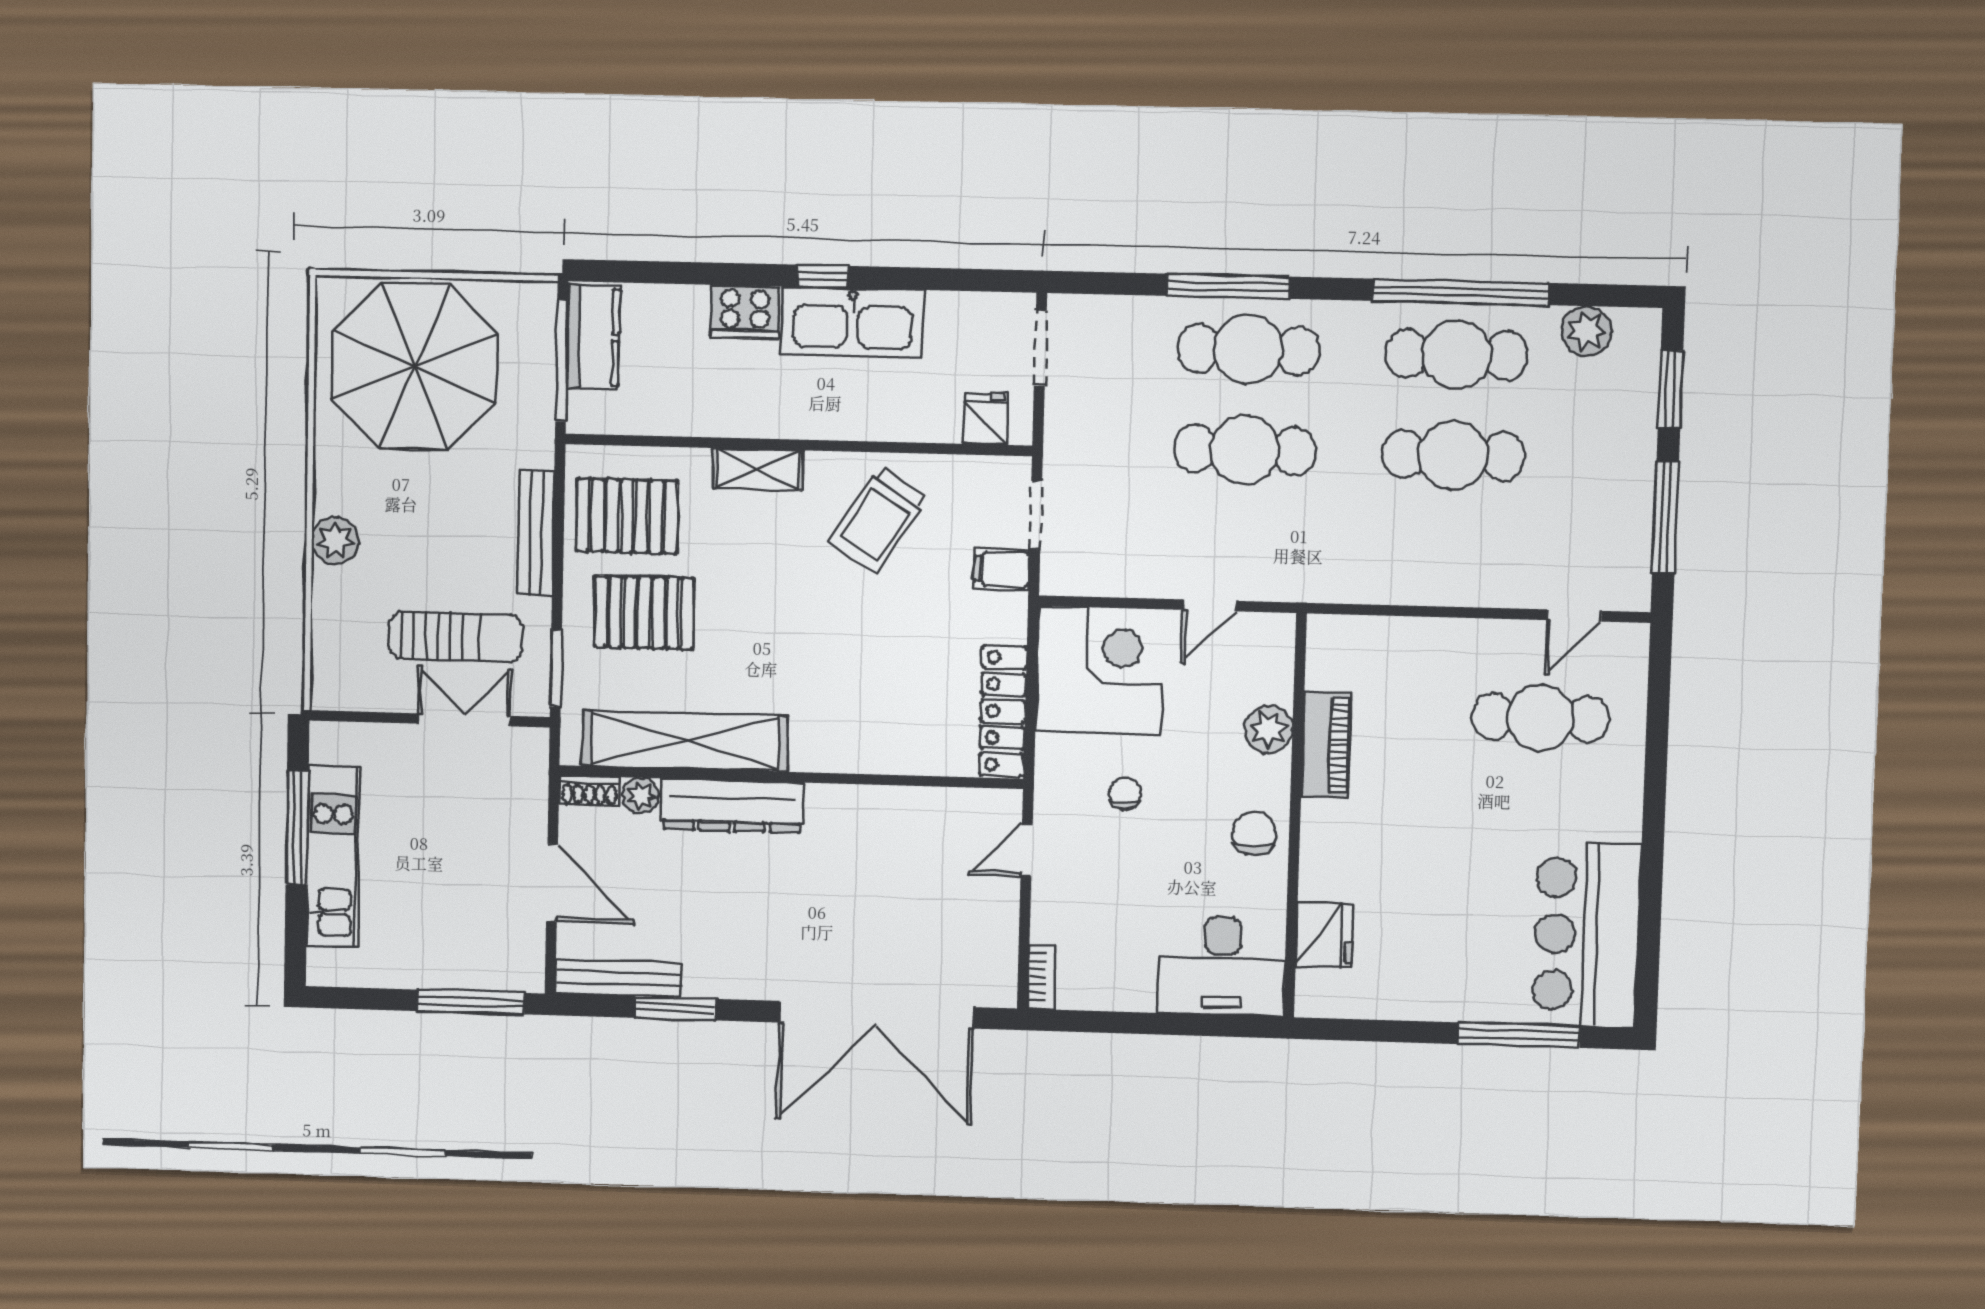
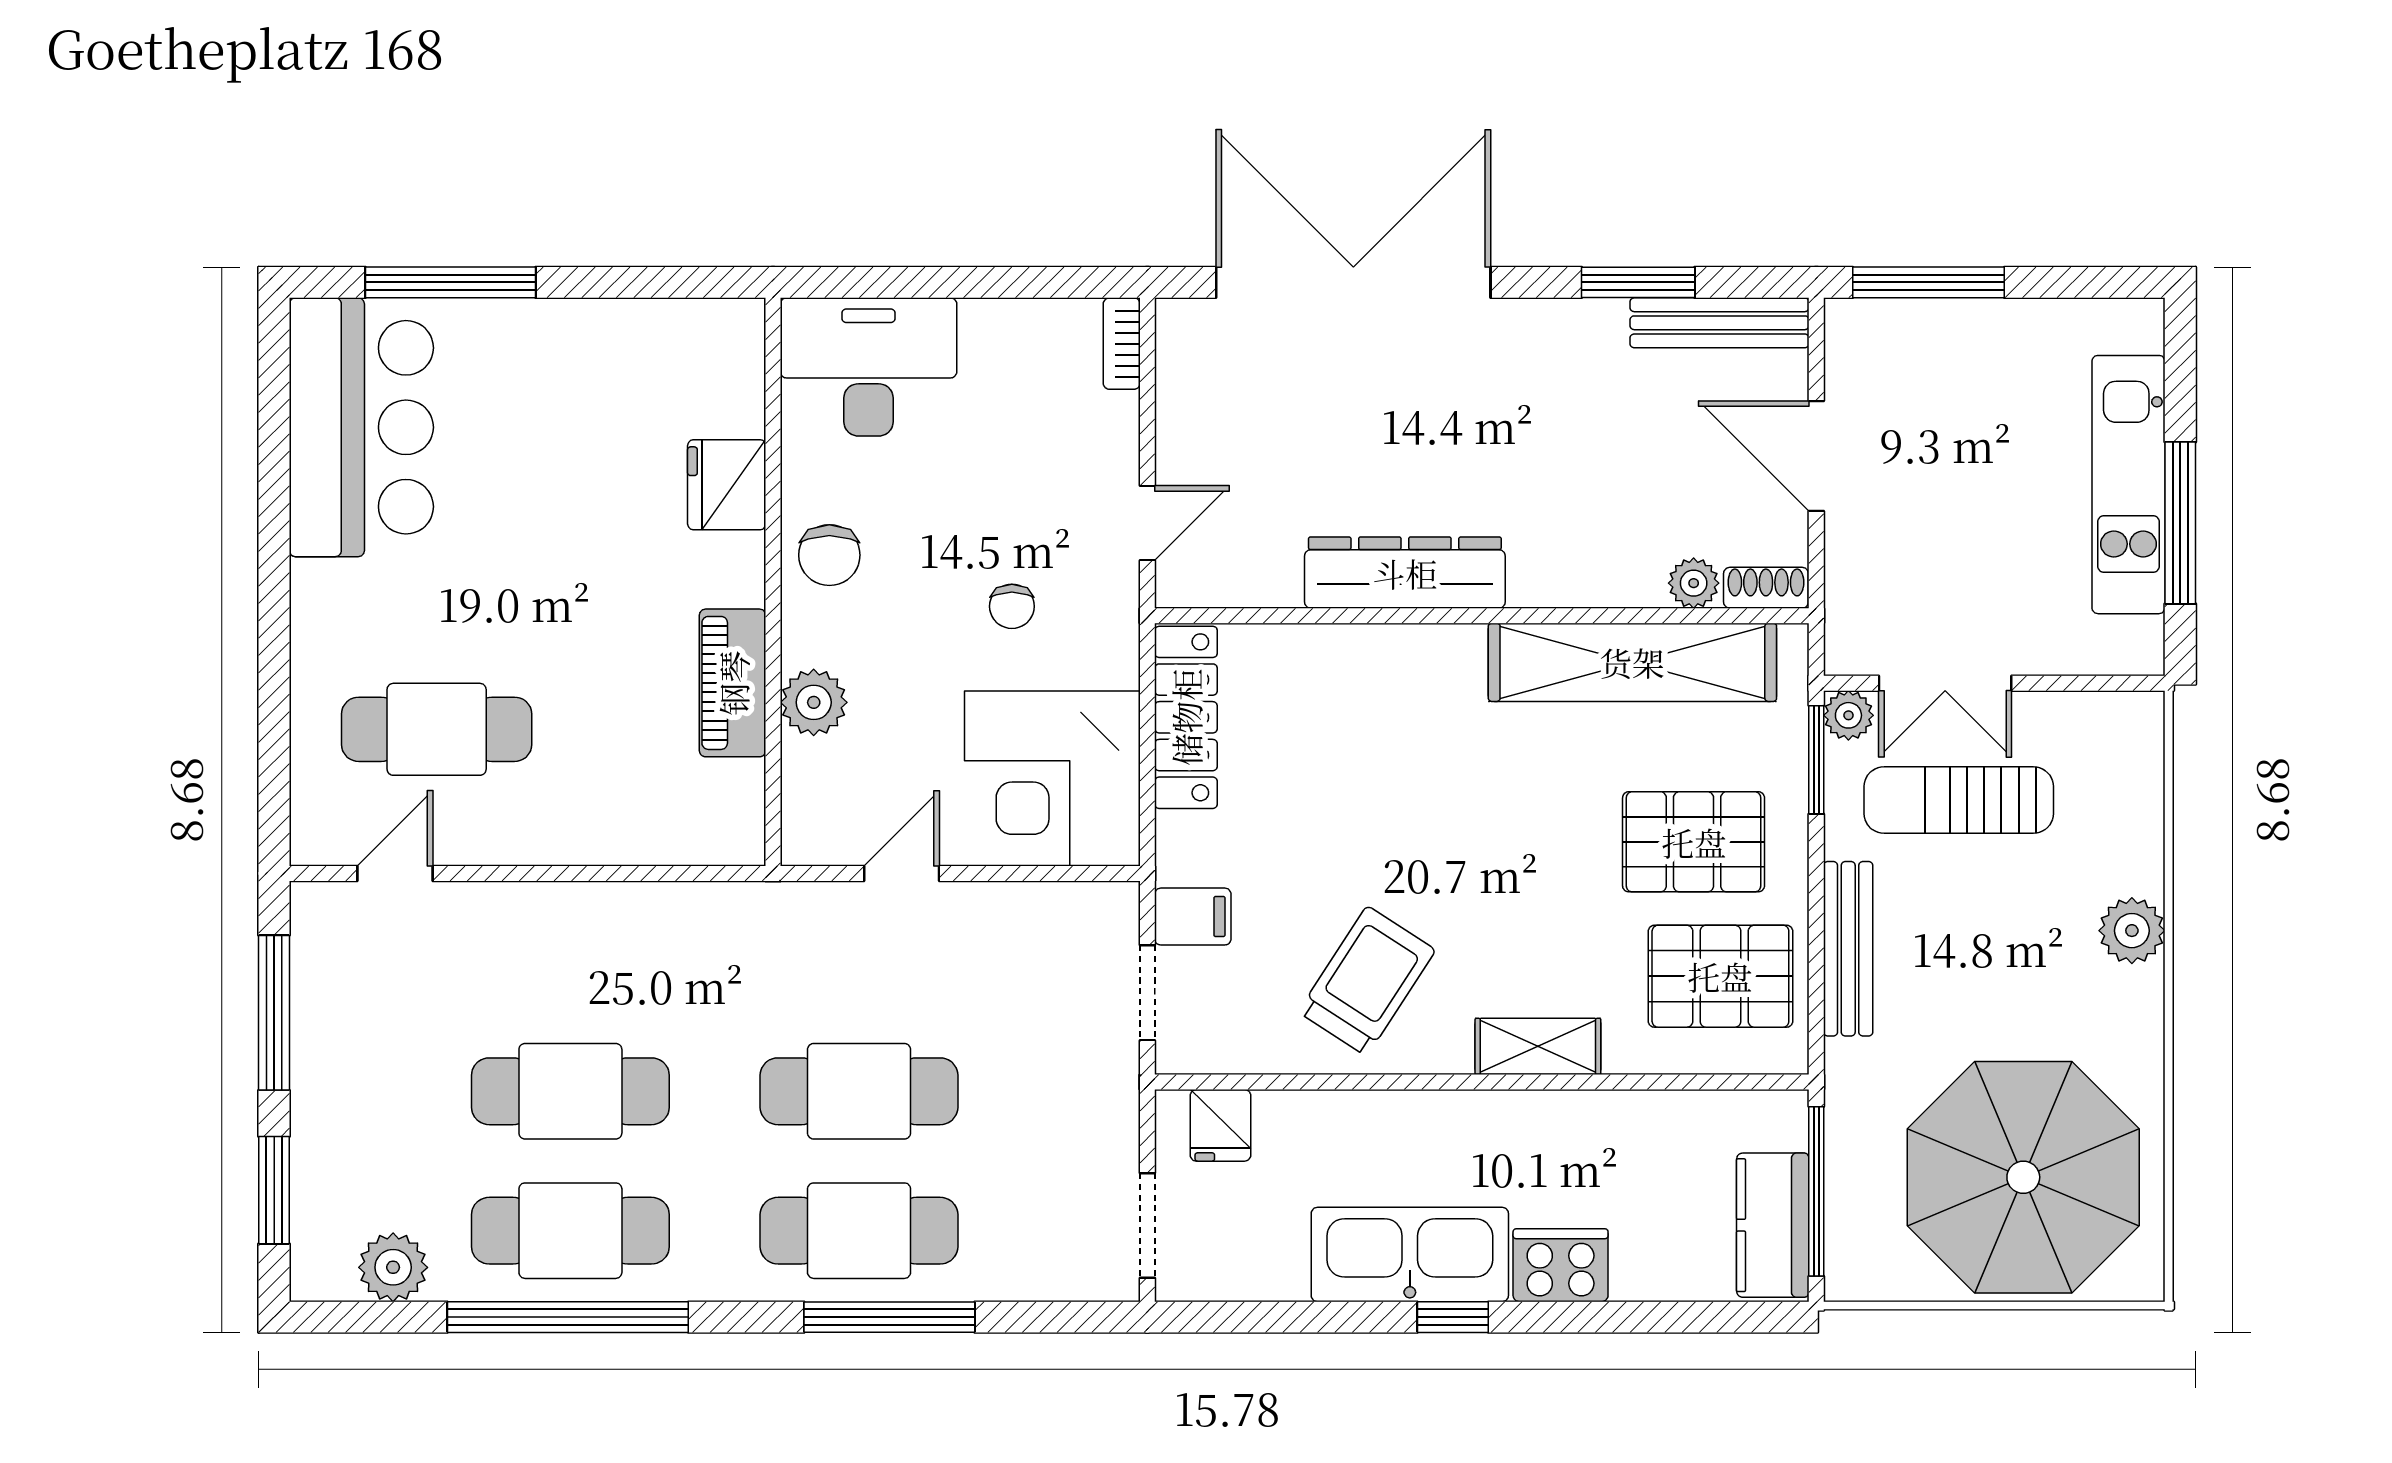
plant: (533, 699) -> (1848, 715), added
dresser: (732, 806) -> (1405, 573), moved
fridge: (1324, 935) -> (727, 485), moved

